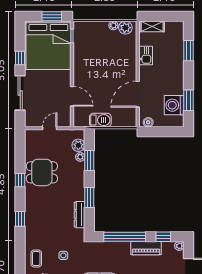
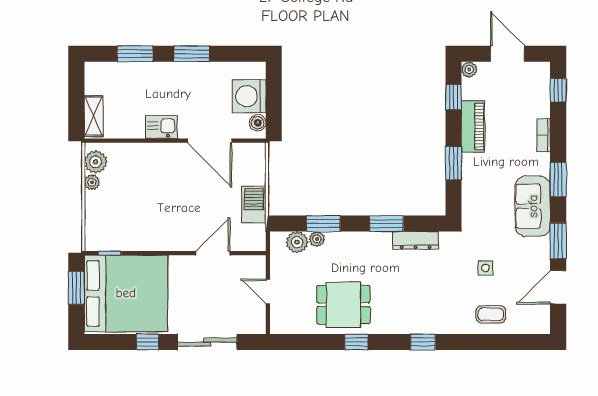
kitchen sink: (146, 55) -> (162, 127), moved
window: (189, 100) -> (192, 54), moved
washing machine: (174, 105) -> (249, 96), moved, turned 90
dining table: (42, 172) -> (343, 305), turned 90
window: (125, 237) -> (453, 163), width x0.47

